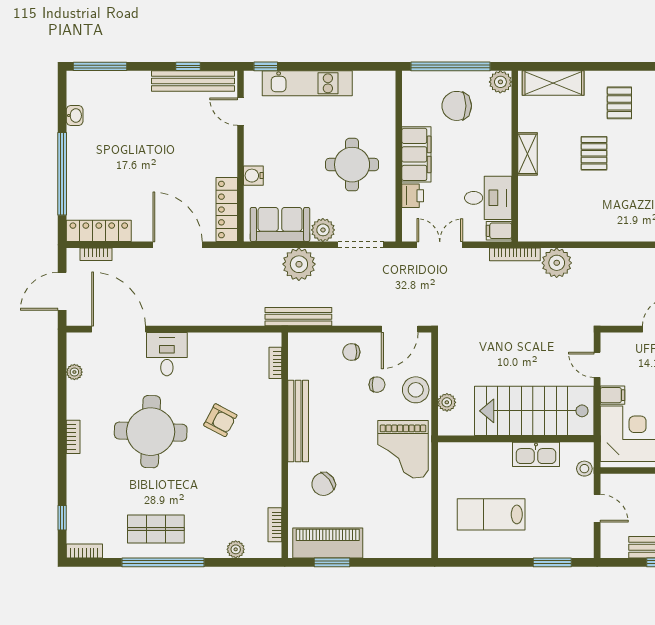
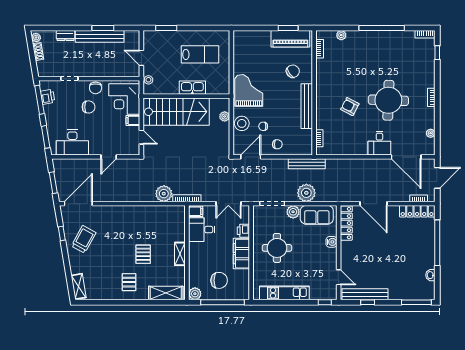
kitchen unit: (307, 83) -> (284, 293), moved
kitchen sink: (536, 454) -> (192, 88), moved
shop shelf: (156, 529) -> (386, 46), removed

